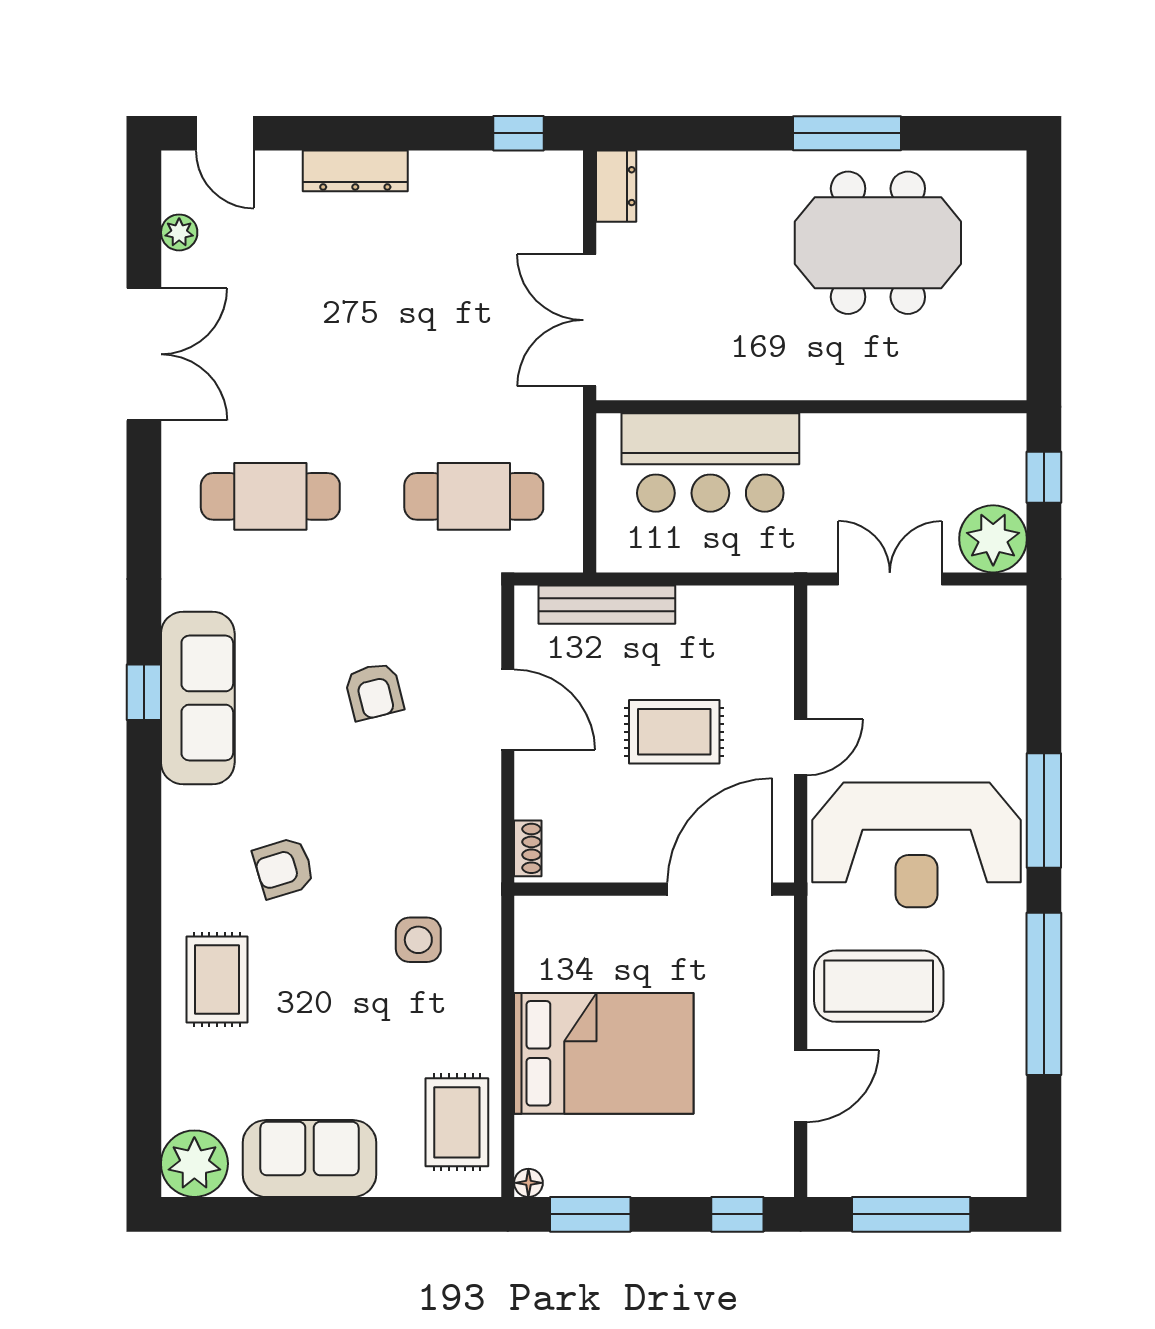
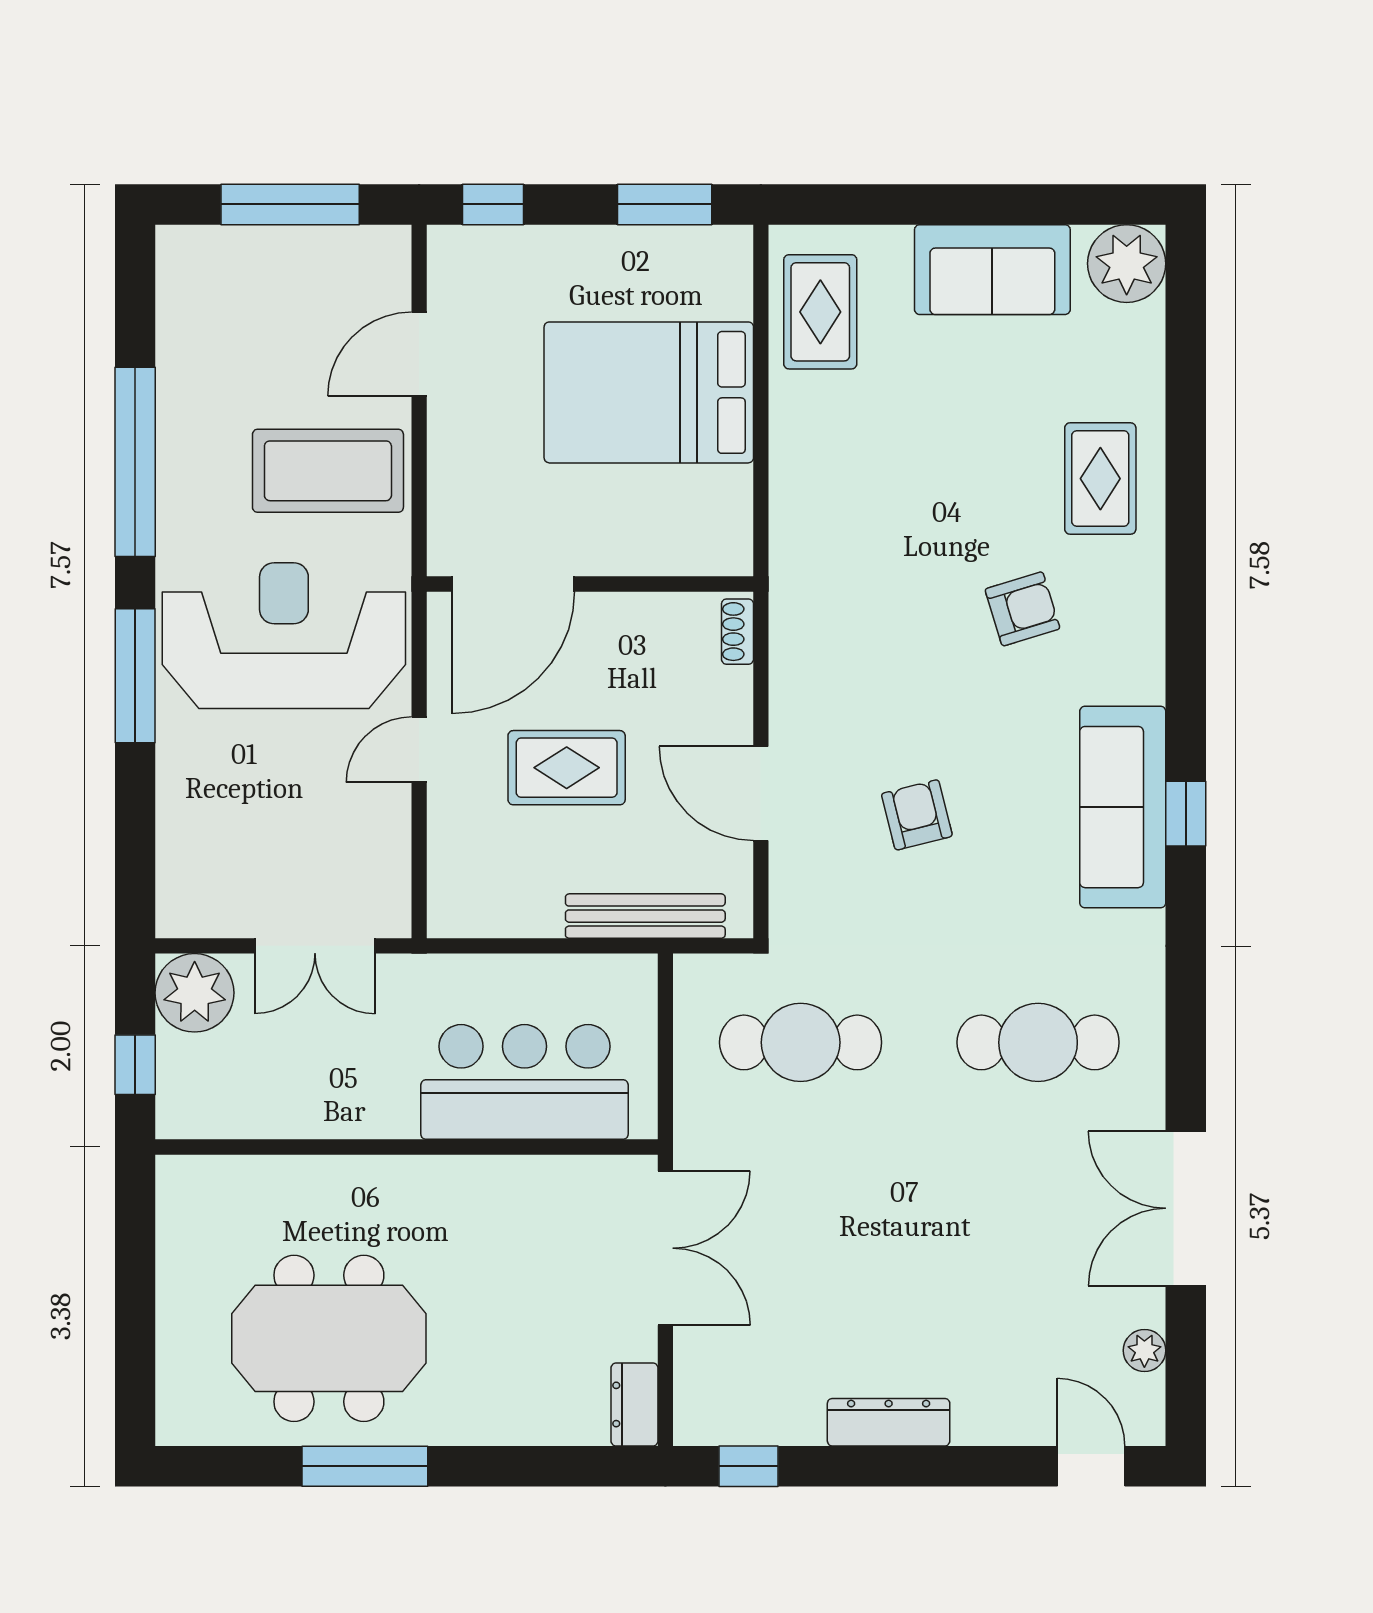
dresser: (355, 171) -> (889, 1422), moved
side table: (418, 940) -> (865, 525), removed
floor lamp: (528, 1183) -> (737, 241), removed

